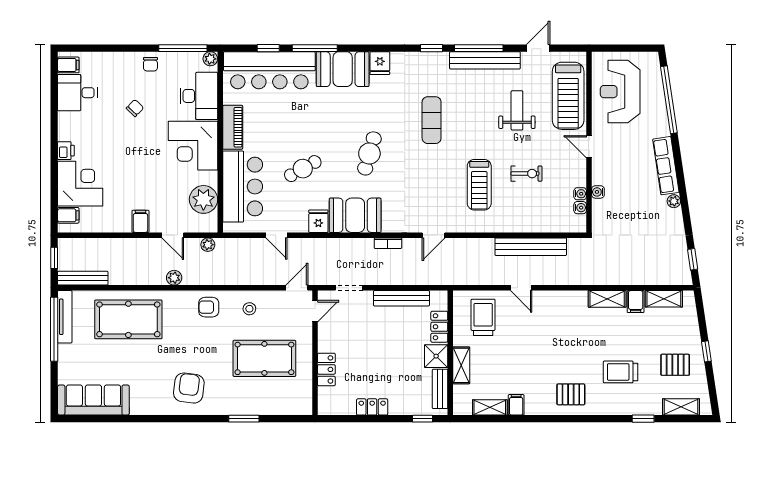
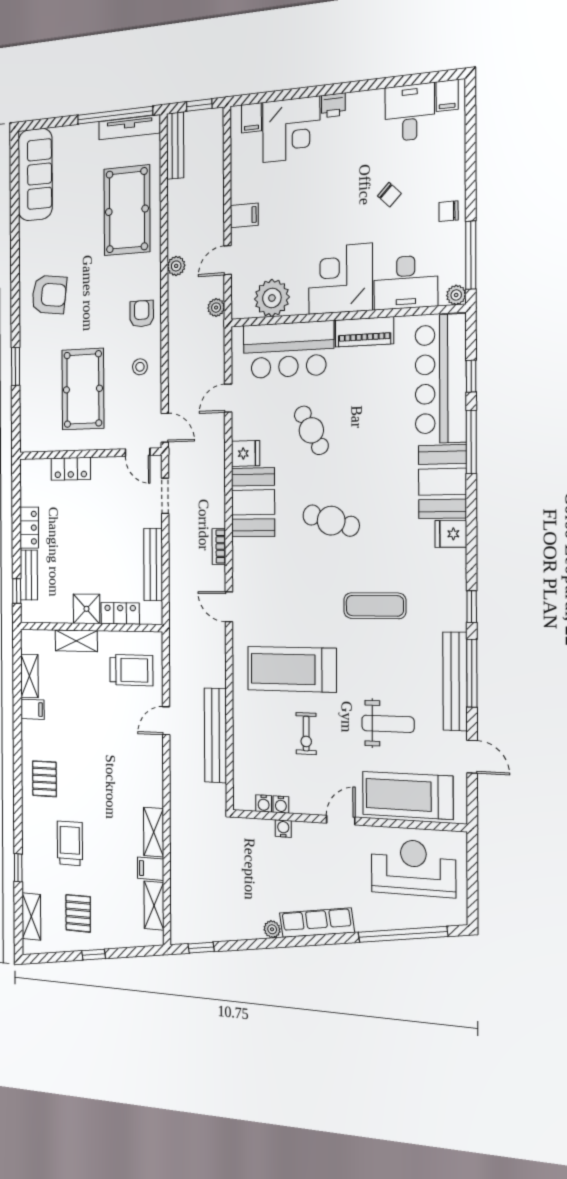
treadmill: (479, 185) -> (292, 669), width x1.37, depth x1.38
bench: (440, 389) -> (29, 575), moved, turned 90

